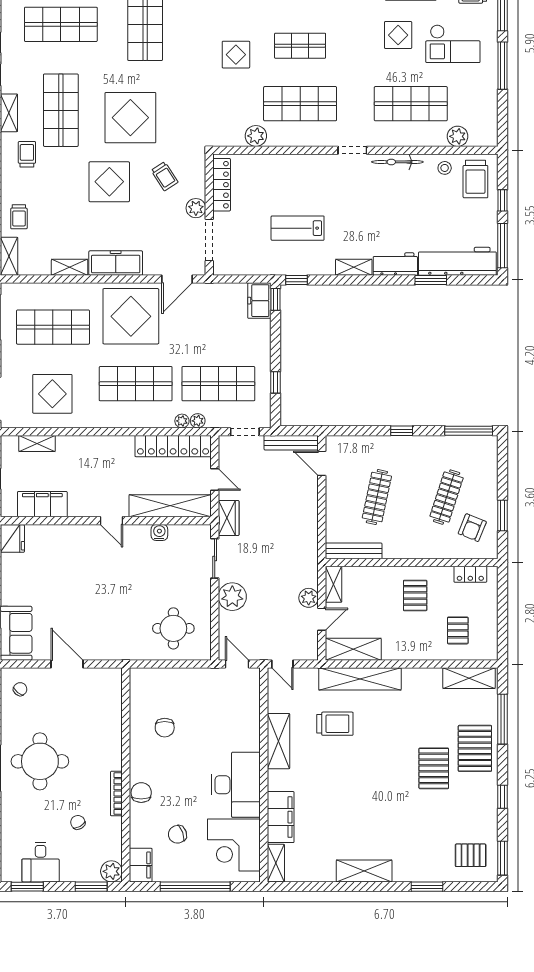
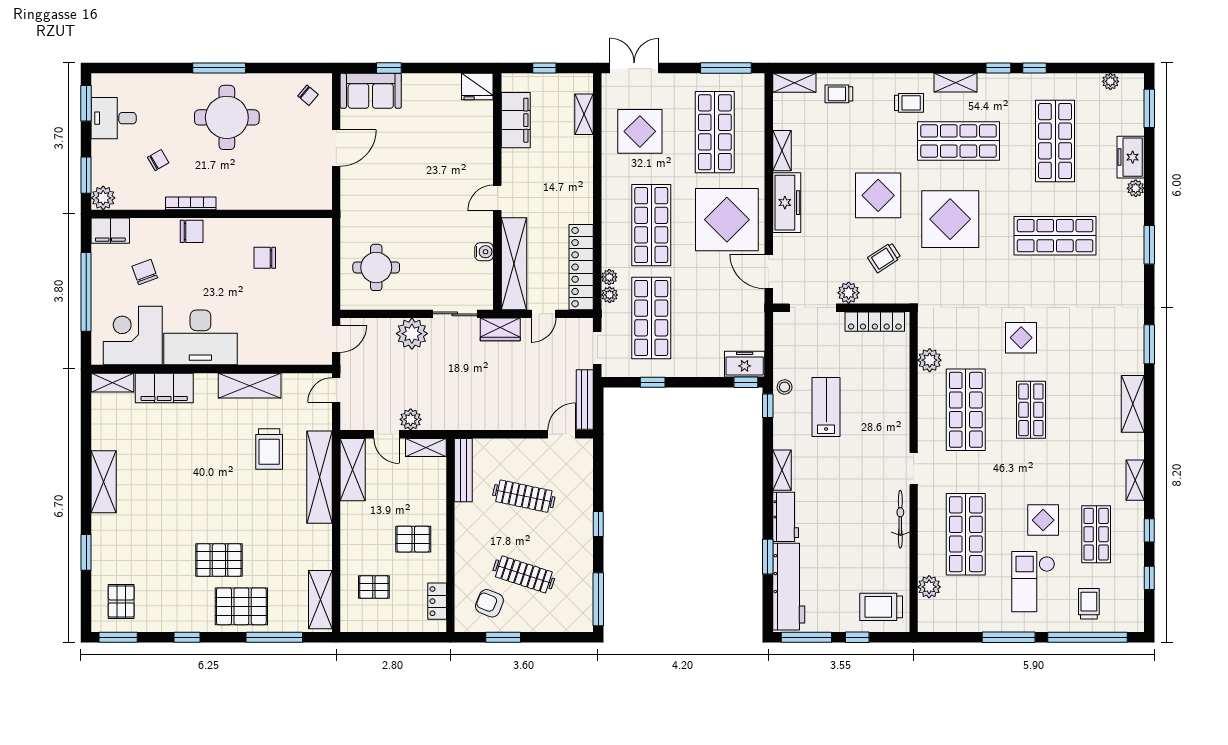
stool: (445, 168) -> (785, 387), moved

